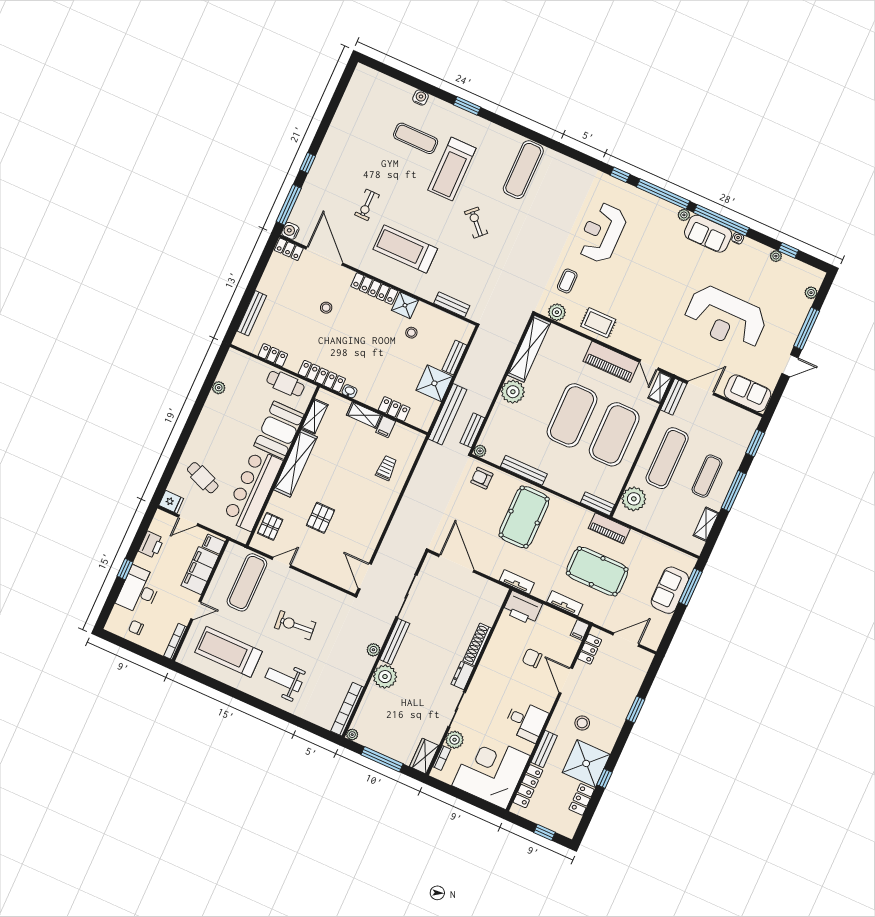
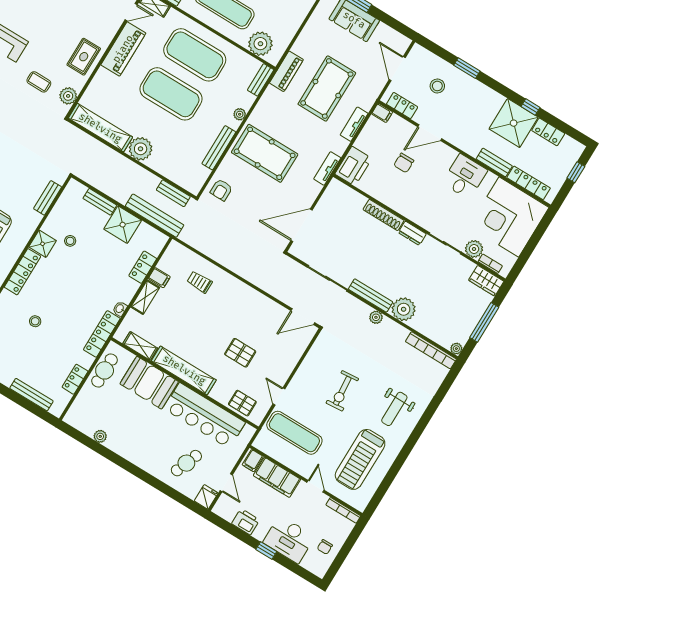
plant: (480, 451) -> (240, 114), moved
stool: (582, 723) -> (437, 86), moved

